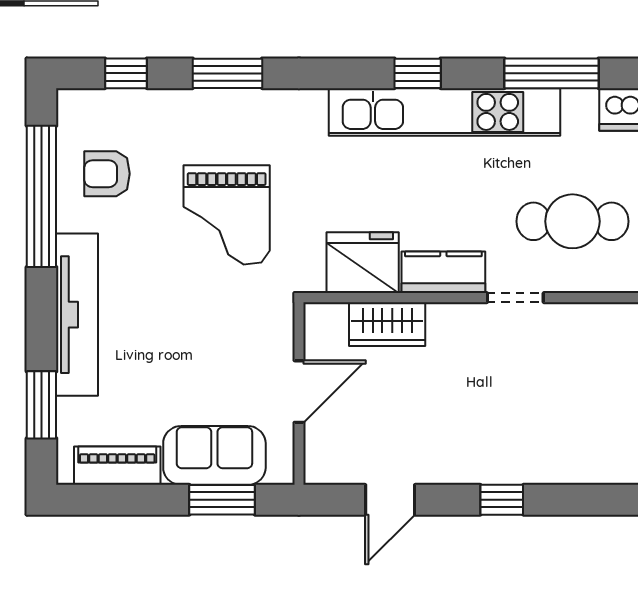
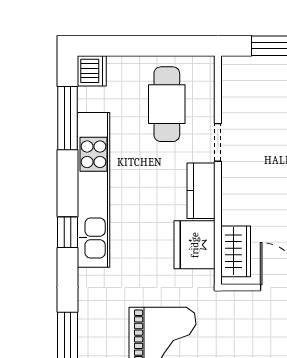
window: (418, 73) -> (68, 232), moved
wardrobe: (387, 324) -> (236, 251), moved

